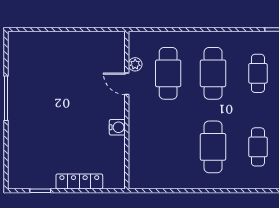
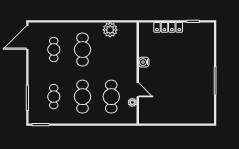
plant: (170, 178) -> (110, 30), added

